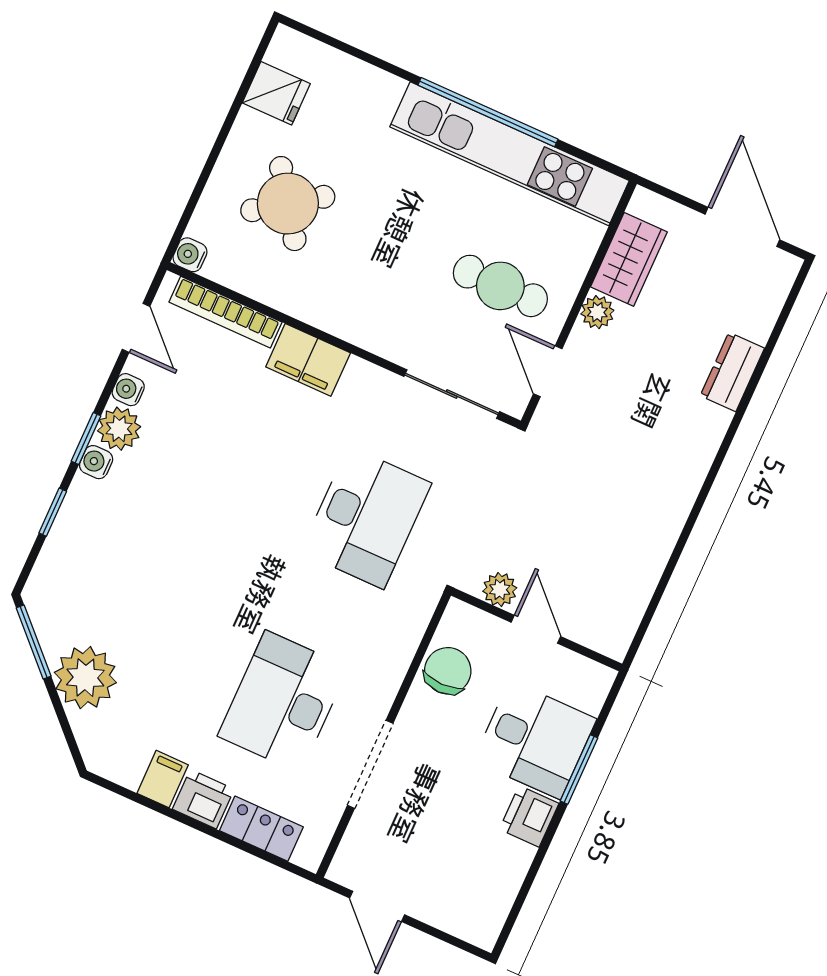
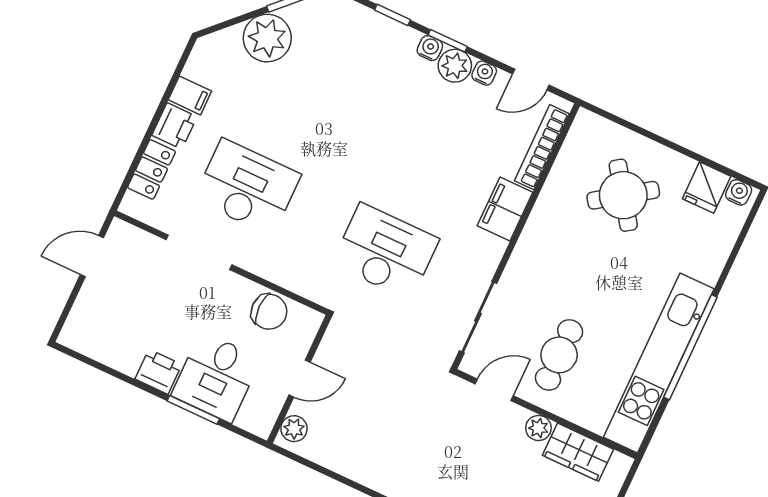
water cooler: (190, 255) -> (739, 192), moved
desk: (366, 518) -> (385, 251), turned 180
plant: (500, 590) -> (294, 429), moved

